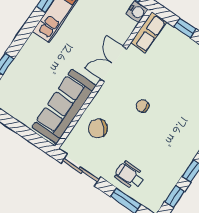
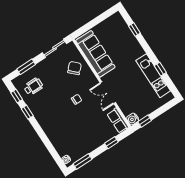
double door: (114, 64) -> (108, 93), swing flipped
wheelchair: (129, 175) -> (33, 87), moved

